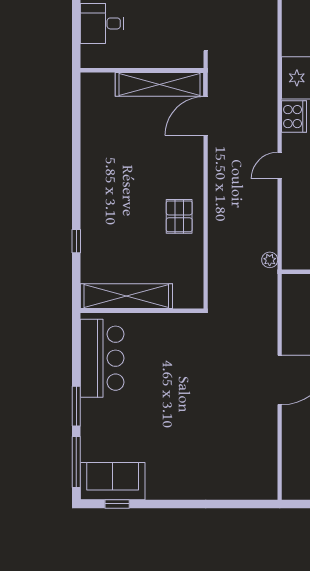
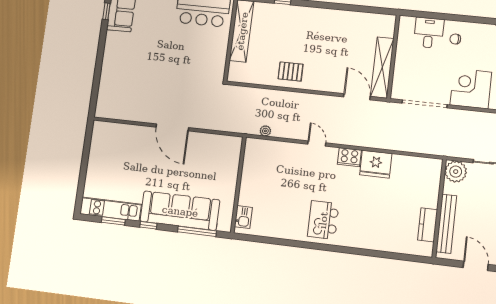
plant: (270, 260) -> (265, 131), moved

